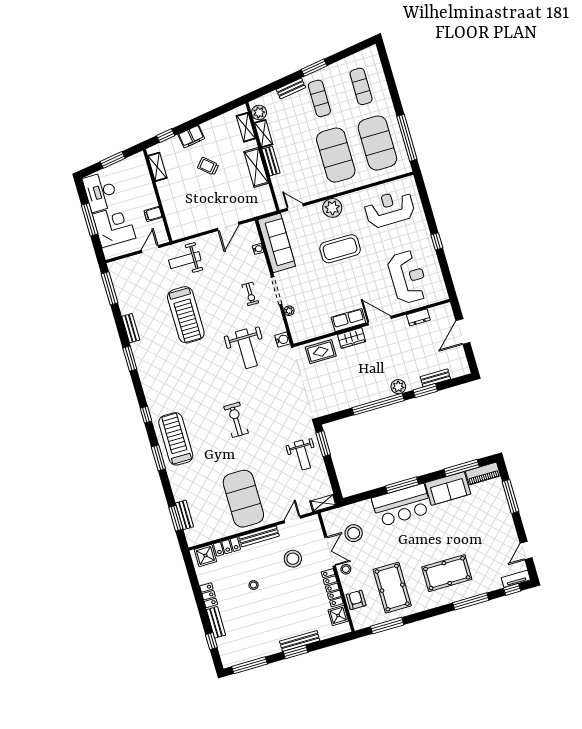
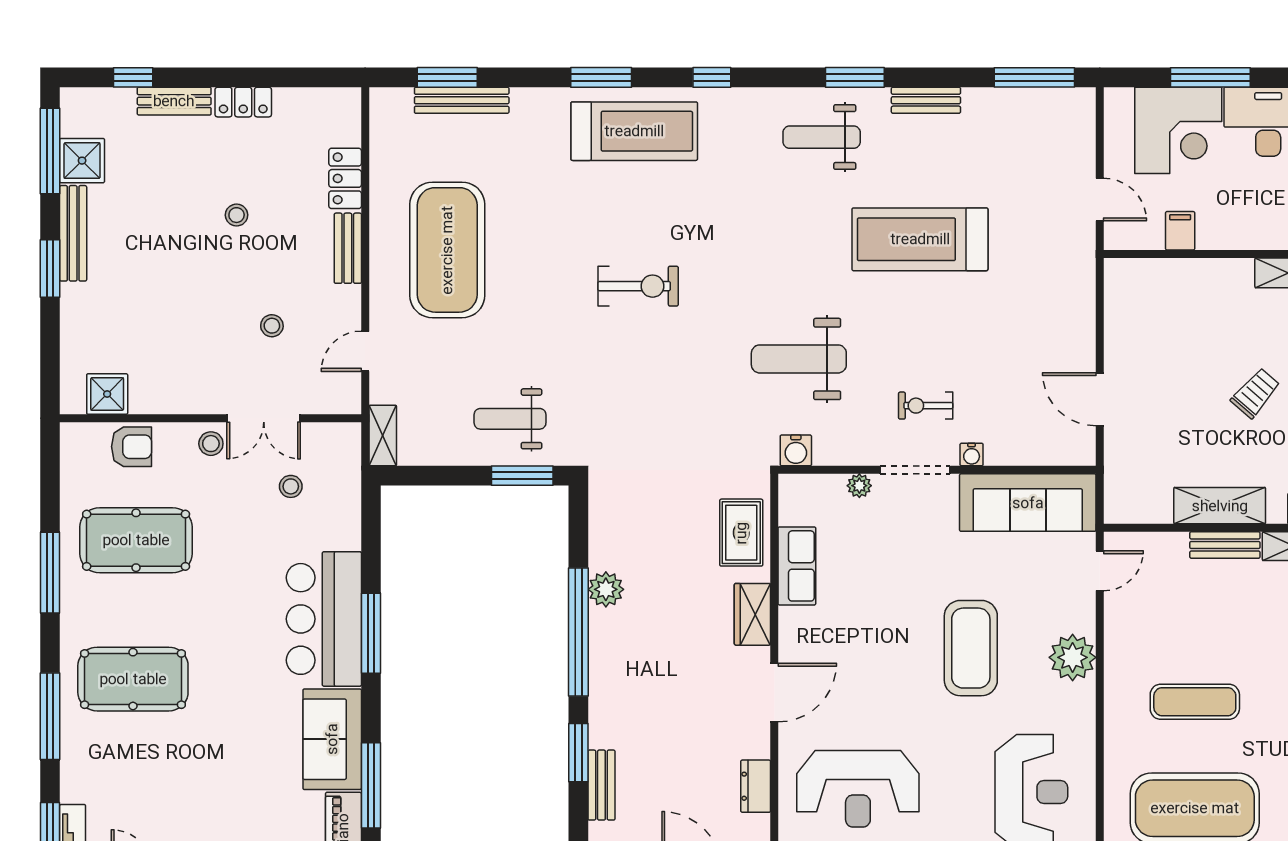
exercise mat: (336, 155) -> (1195, 702), width x0.50, depth x0.69
water cooler: (258, 249) -> (972, 455), moved
weight bench: (185, 260) -> (822, 137), moved, turned -90
row of seats: (348, 320) -> (797, 566), moved
plant: (398, 387) -> (606, 589), moved
exercise mat: (243, 499) -> (447, 250), turned 90
bench: (185, 515) -> (462, 100), width x1.36
door: (292, 519) -> (365, 351), swing flipped
stool: (354, 533) -> (291, 486), width x0.53, depth x0.53
bench: (259, 536) -> (348, 248), width x0.73
shower: (205, 556) -> (82, 161), moved
stool: (293, 559) -> (272, 326), width x0.53, depth x0.53
pool table: (447, 573) -> (133, 679), turned 90
locker: (332, 588) -> (177, 399), removed
window: (387, 626) -> (50, 573), moved
bench: (300, 641) -> (73, 233), moved

